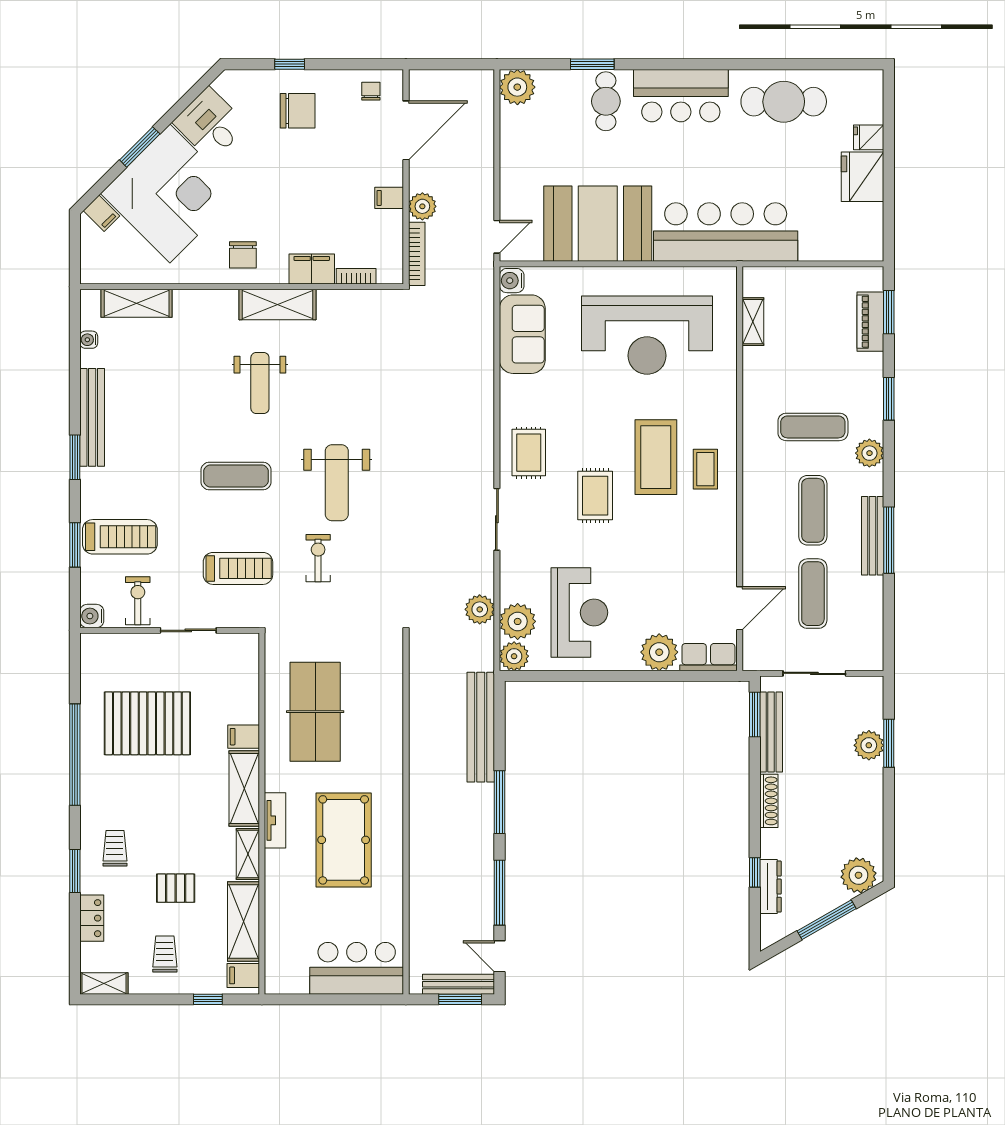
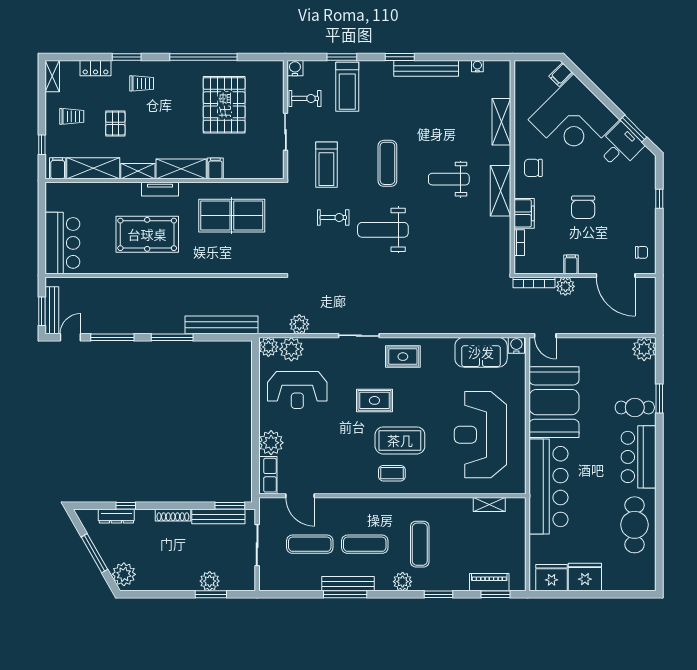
chair: (298, 111) -> (583, 207), moved
fridge: (869, 137) -> (552, 578), moved, width x1.88, depth x1.34
window: (140, 147) -> (633, 128), moved
shelving: (137, 303) -> (501, 122), moved

